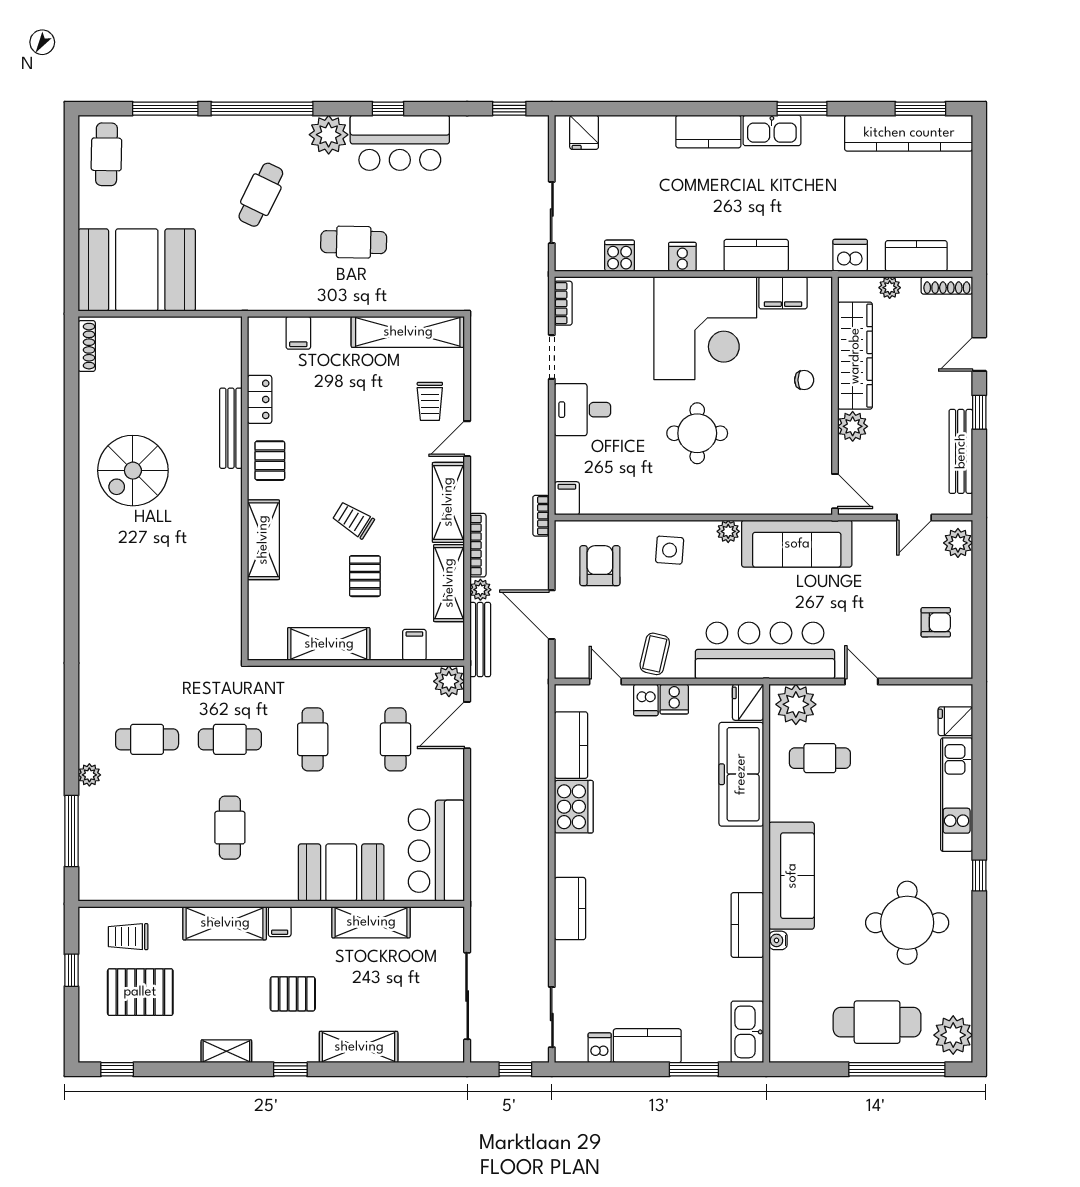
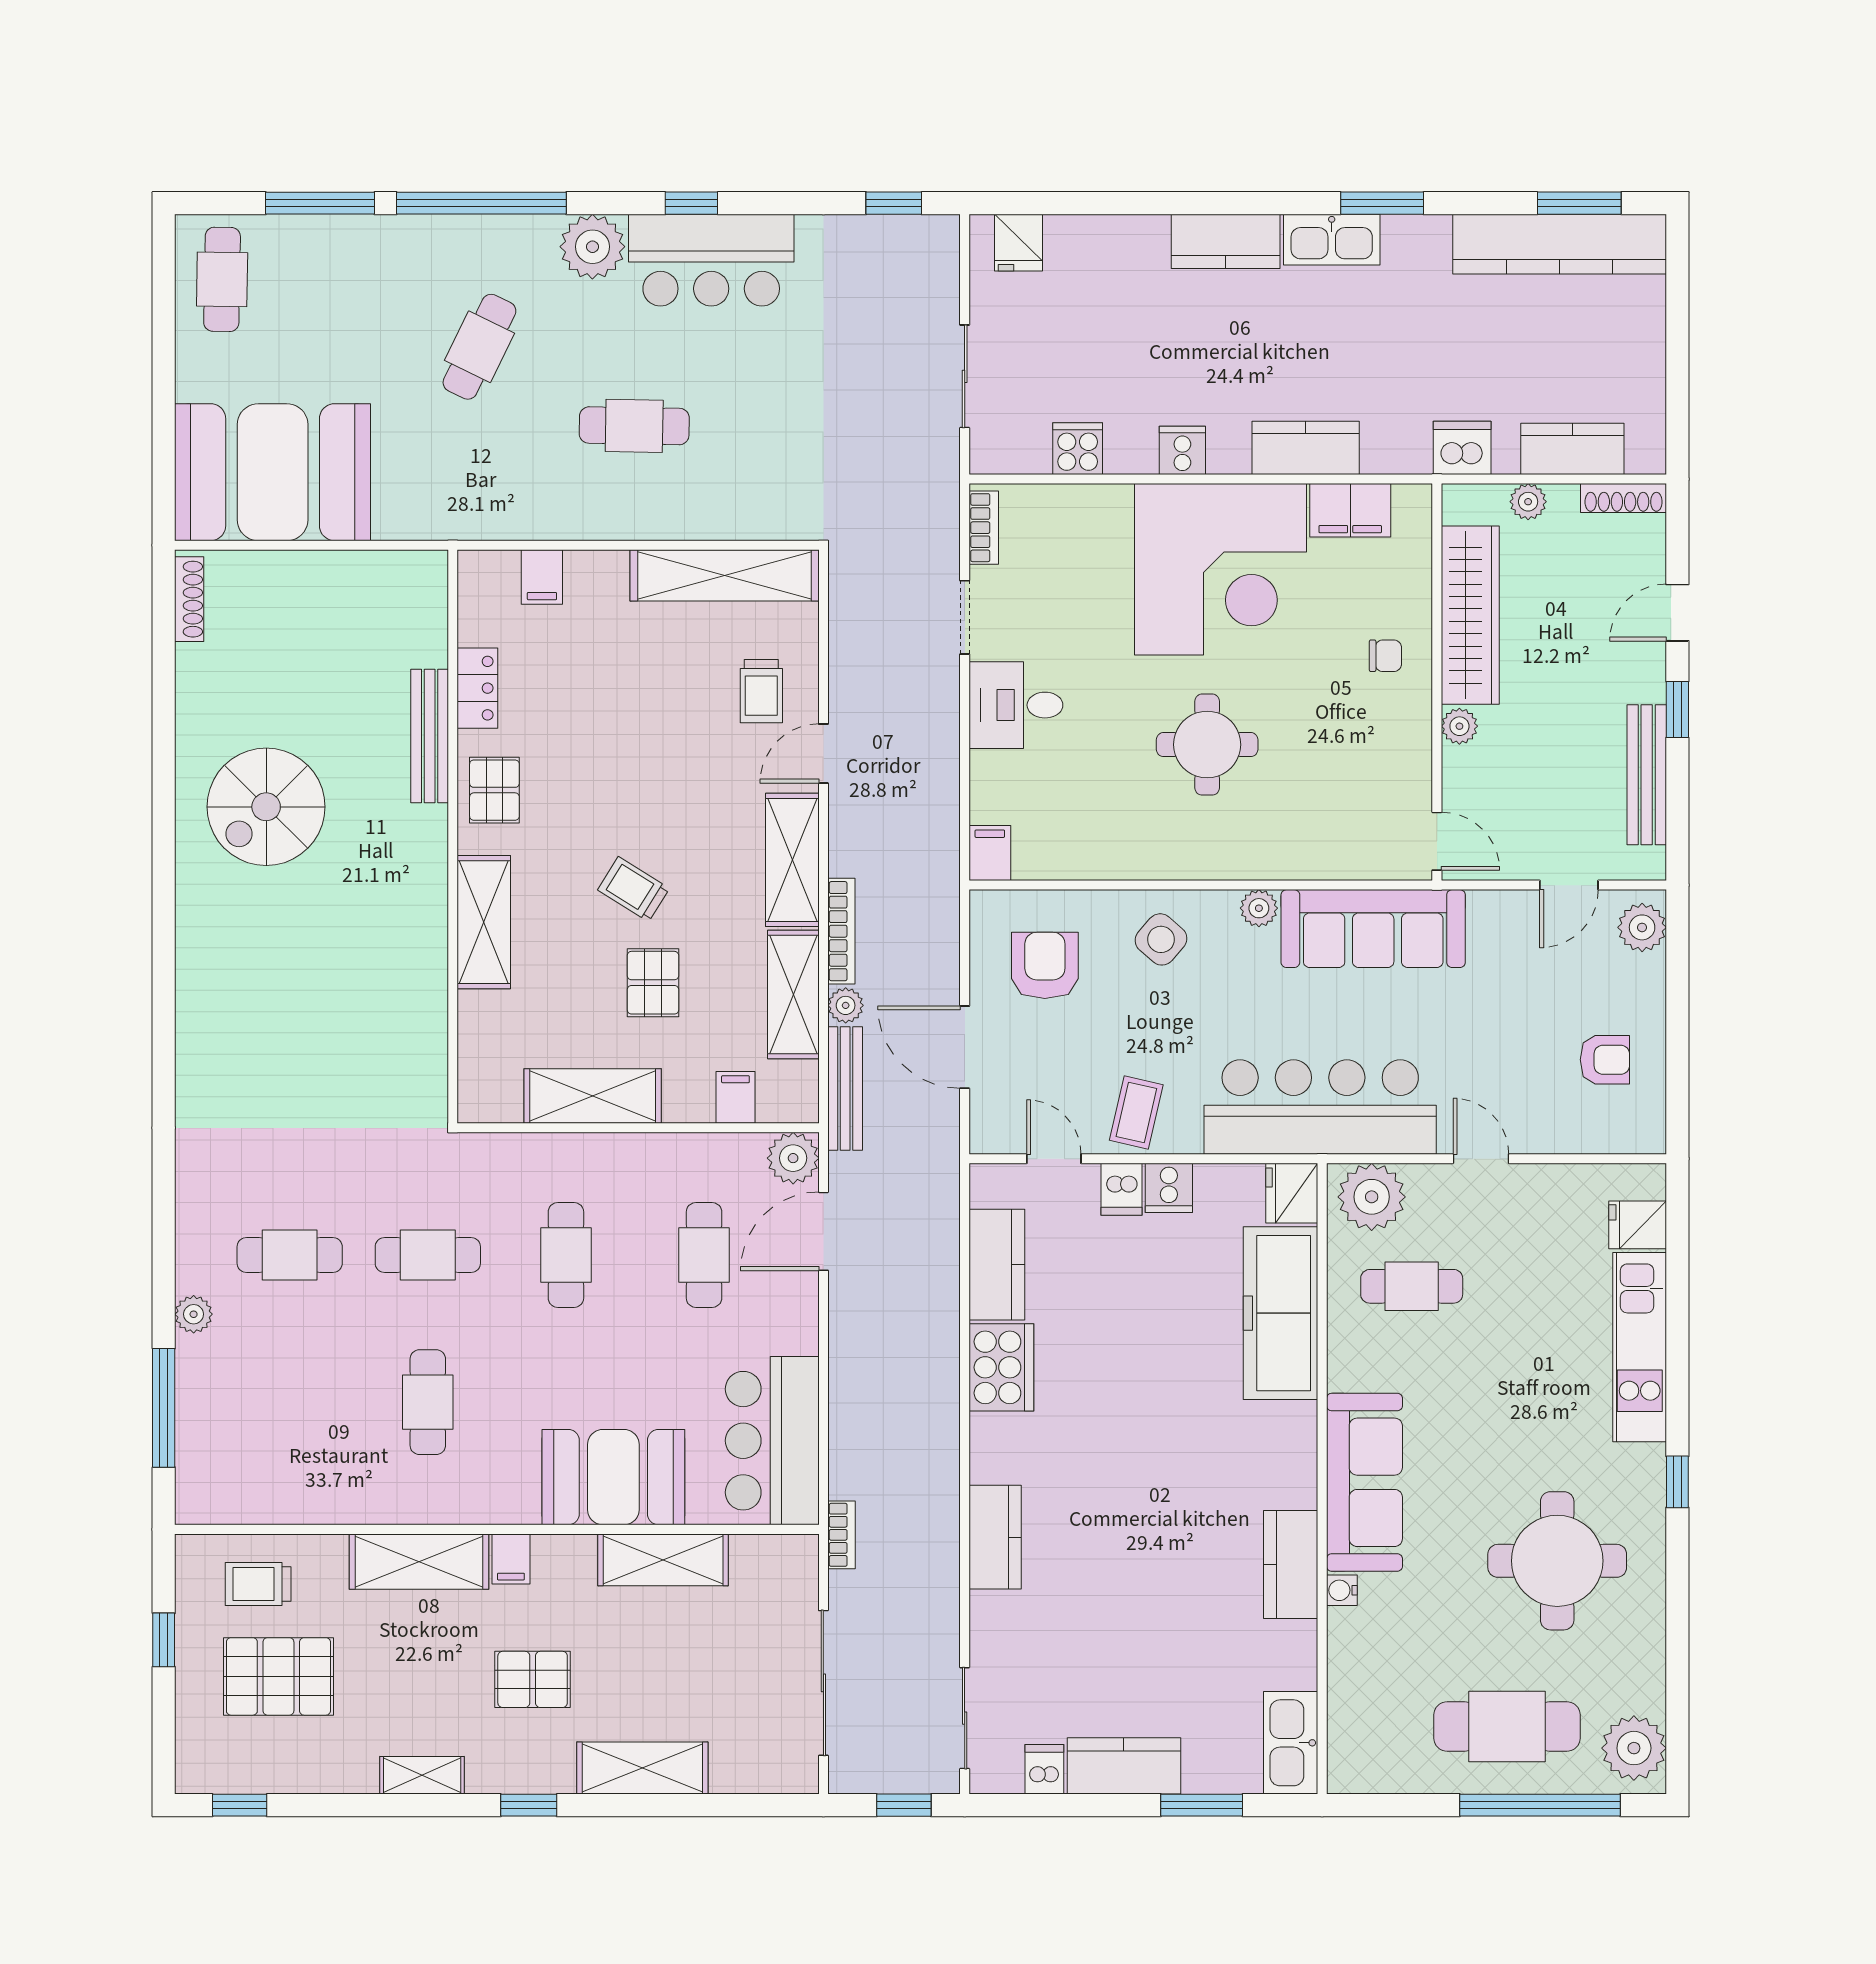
plant: (853, 426) -> (1459, 726), width x0.73, depth x0.73
bookcase: (541, 516) -> (841, 1535), moved, turned 180
side table: (670, 550) -> (1161, 939), turned 37

